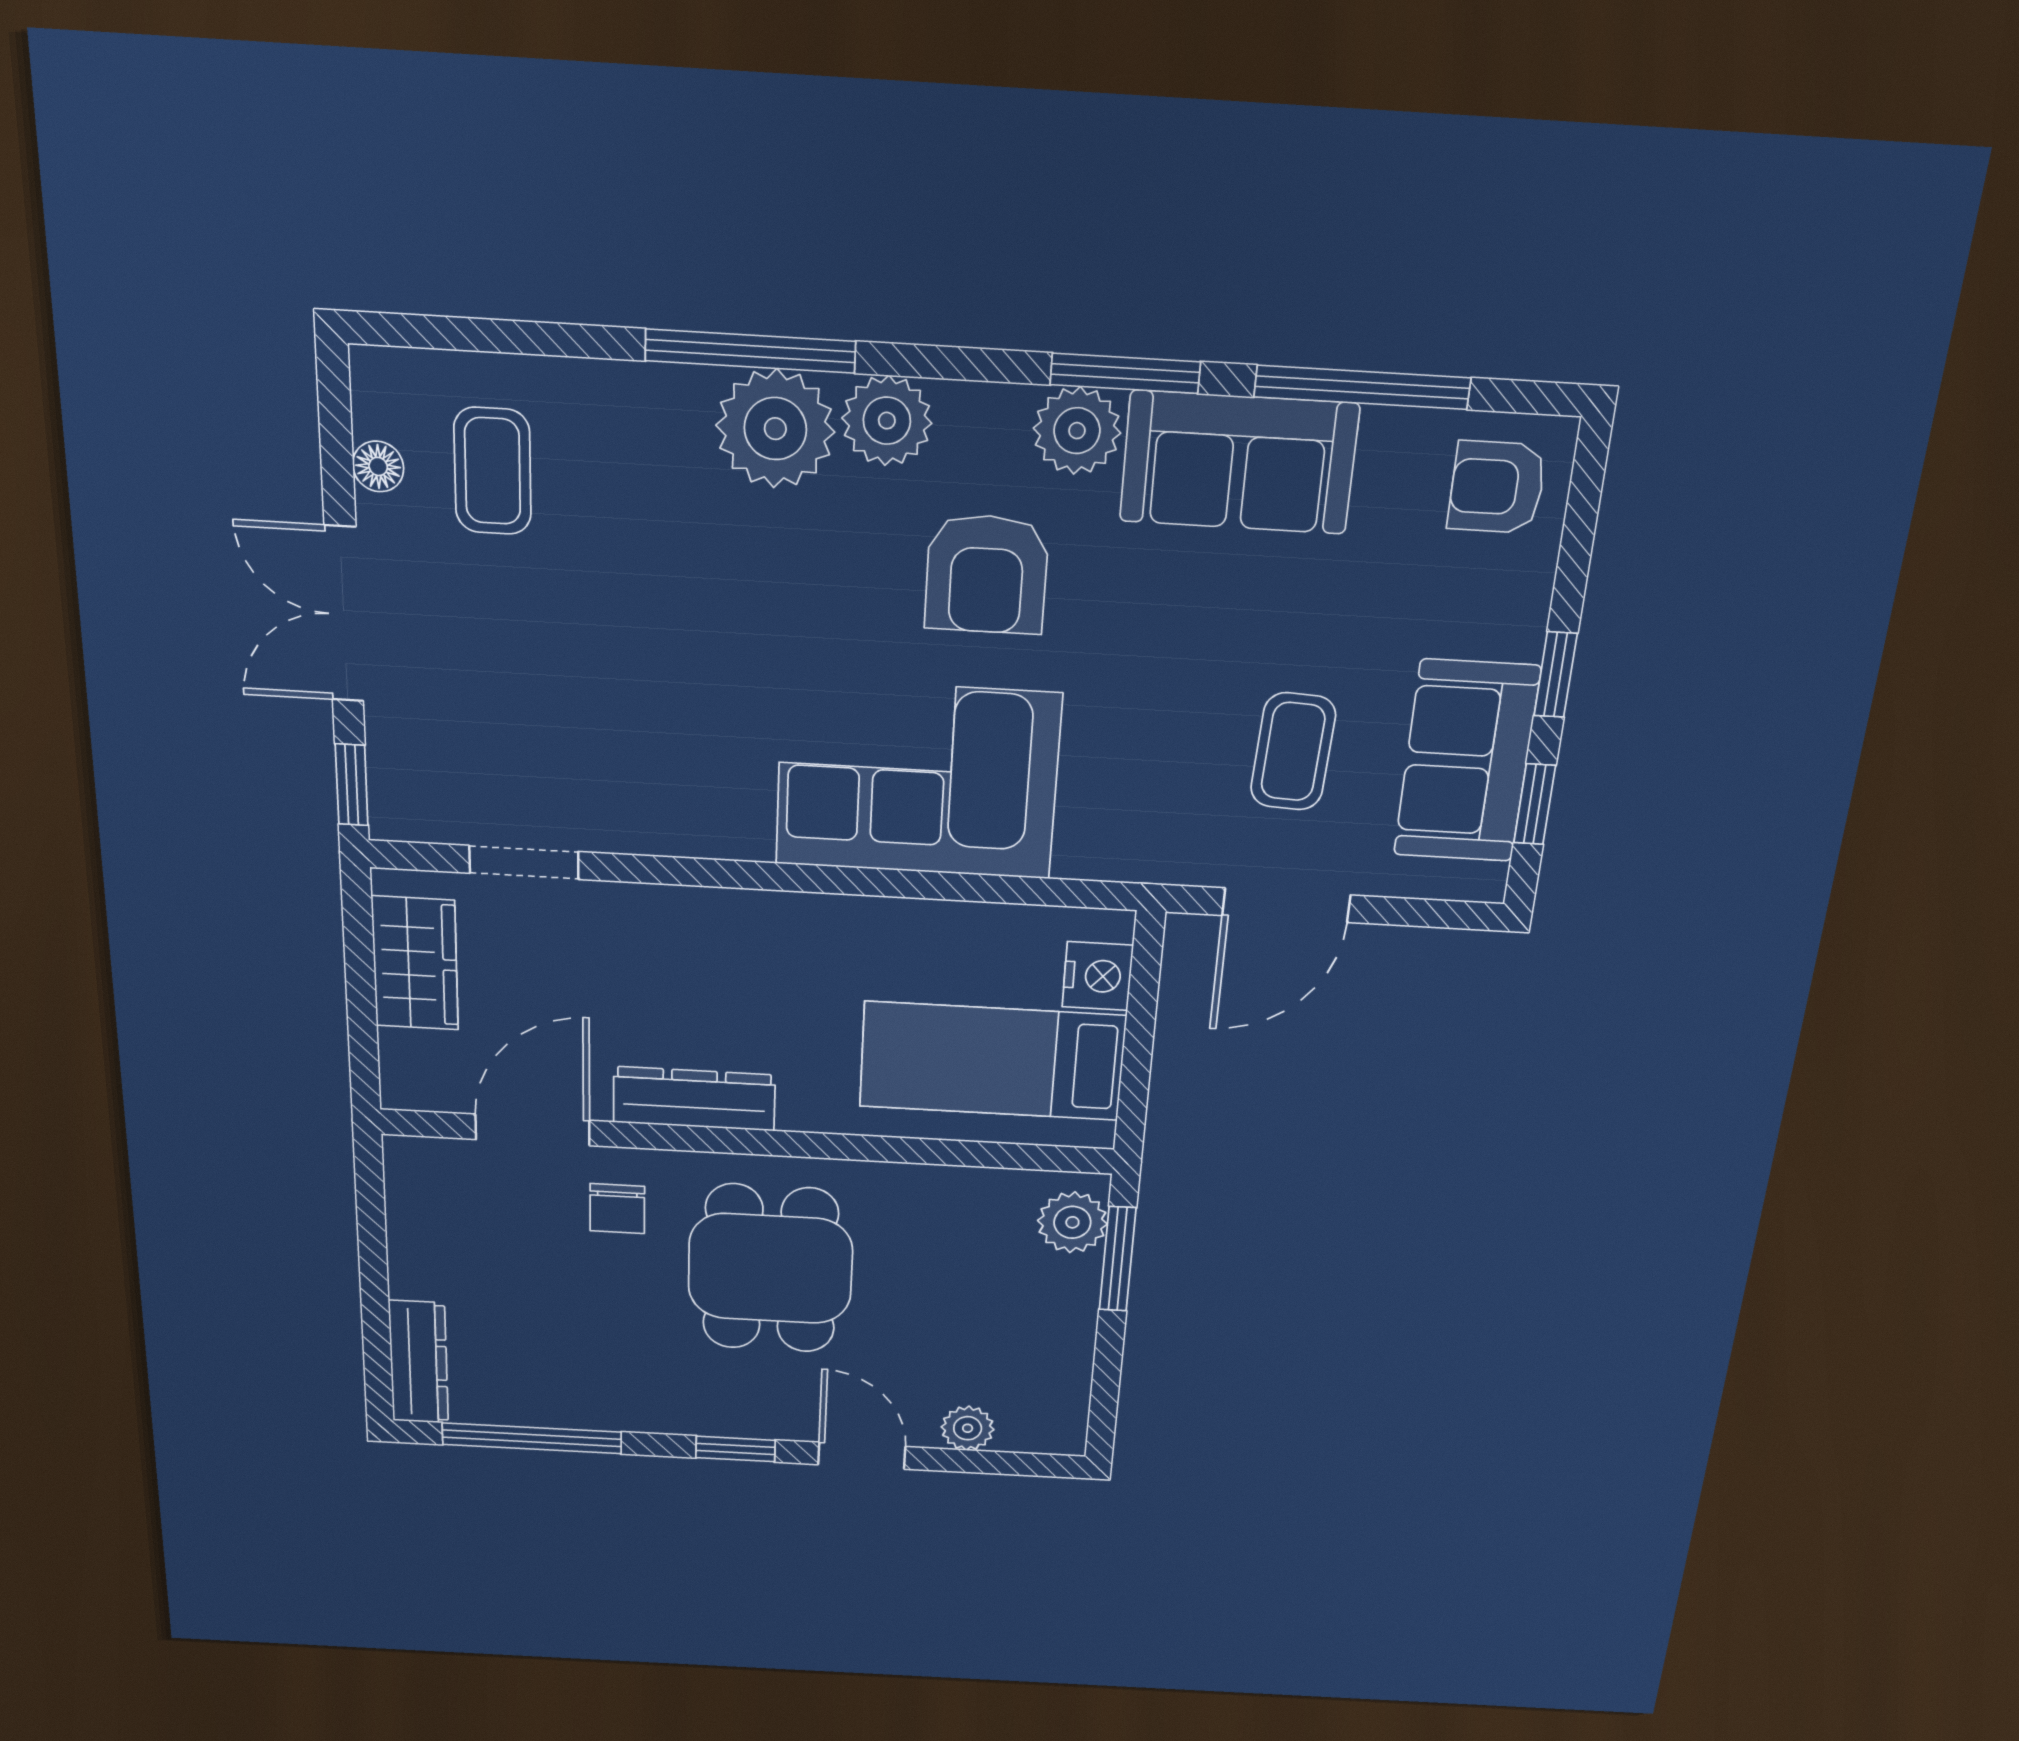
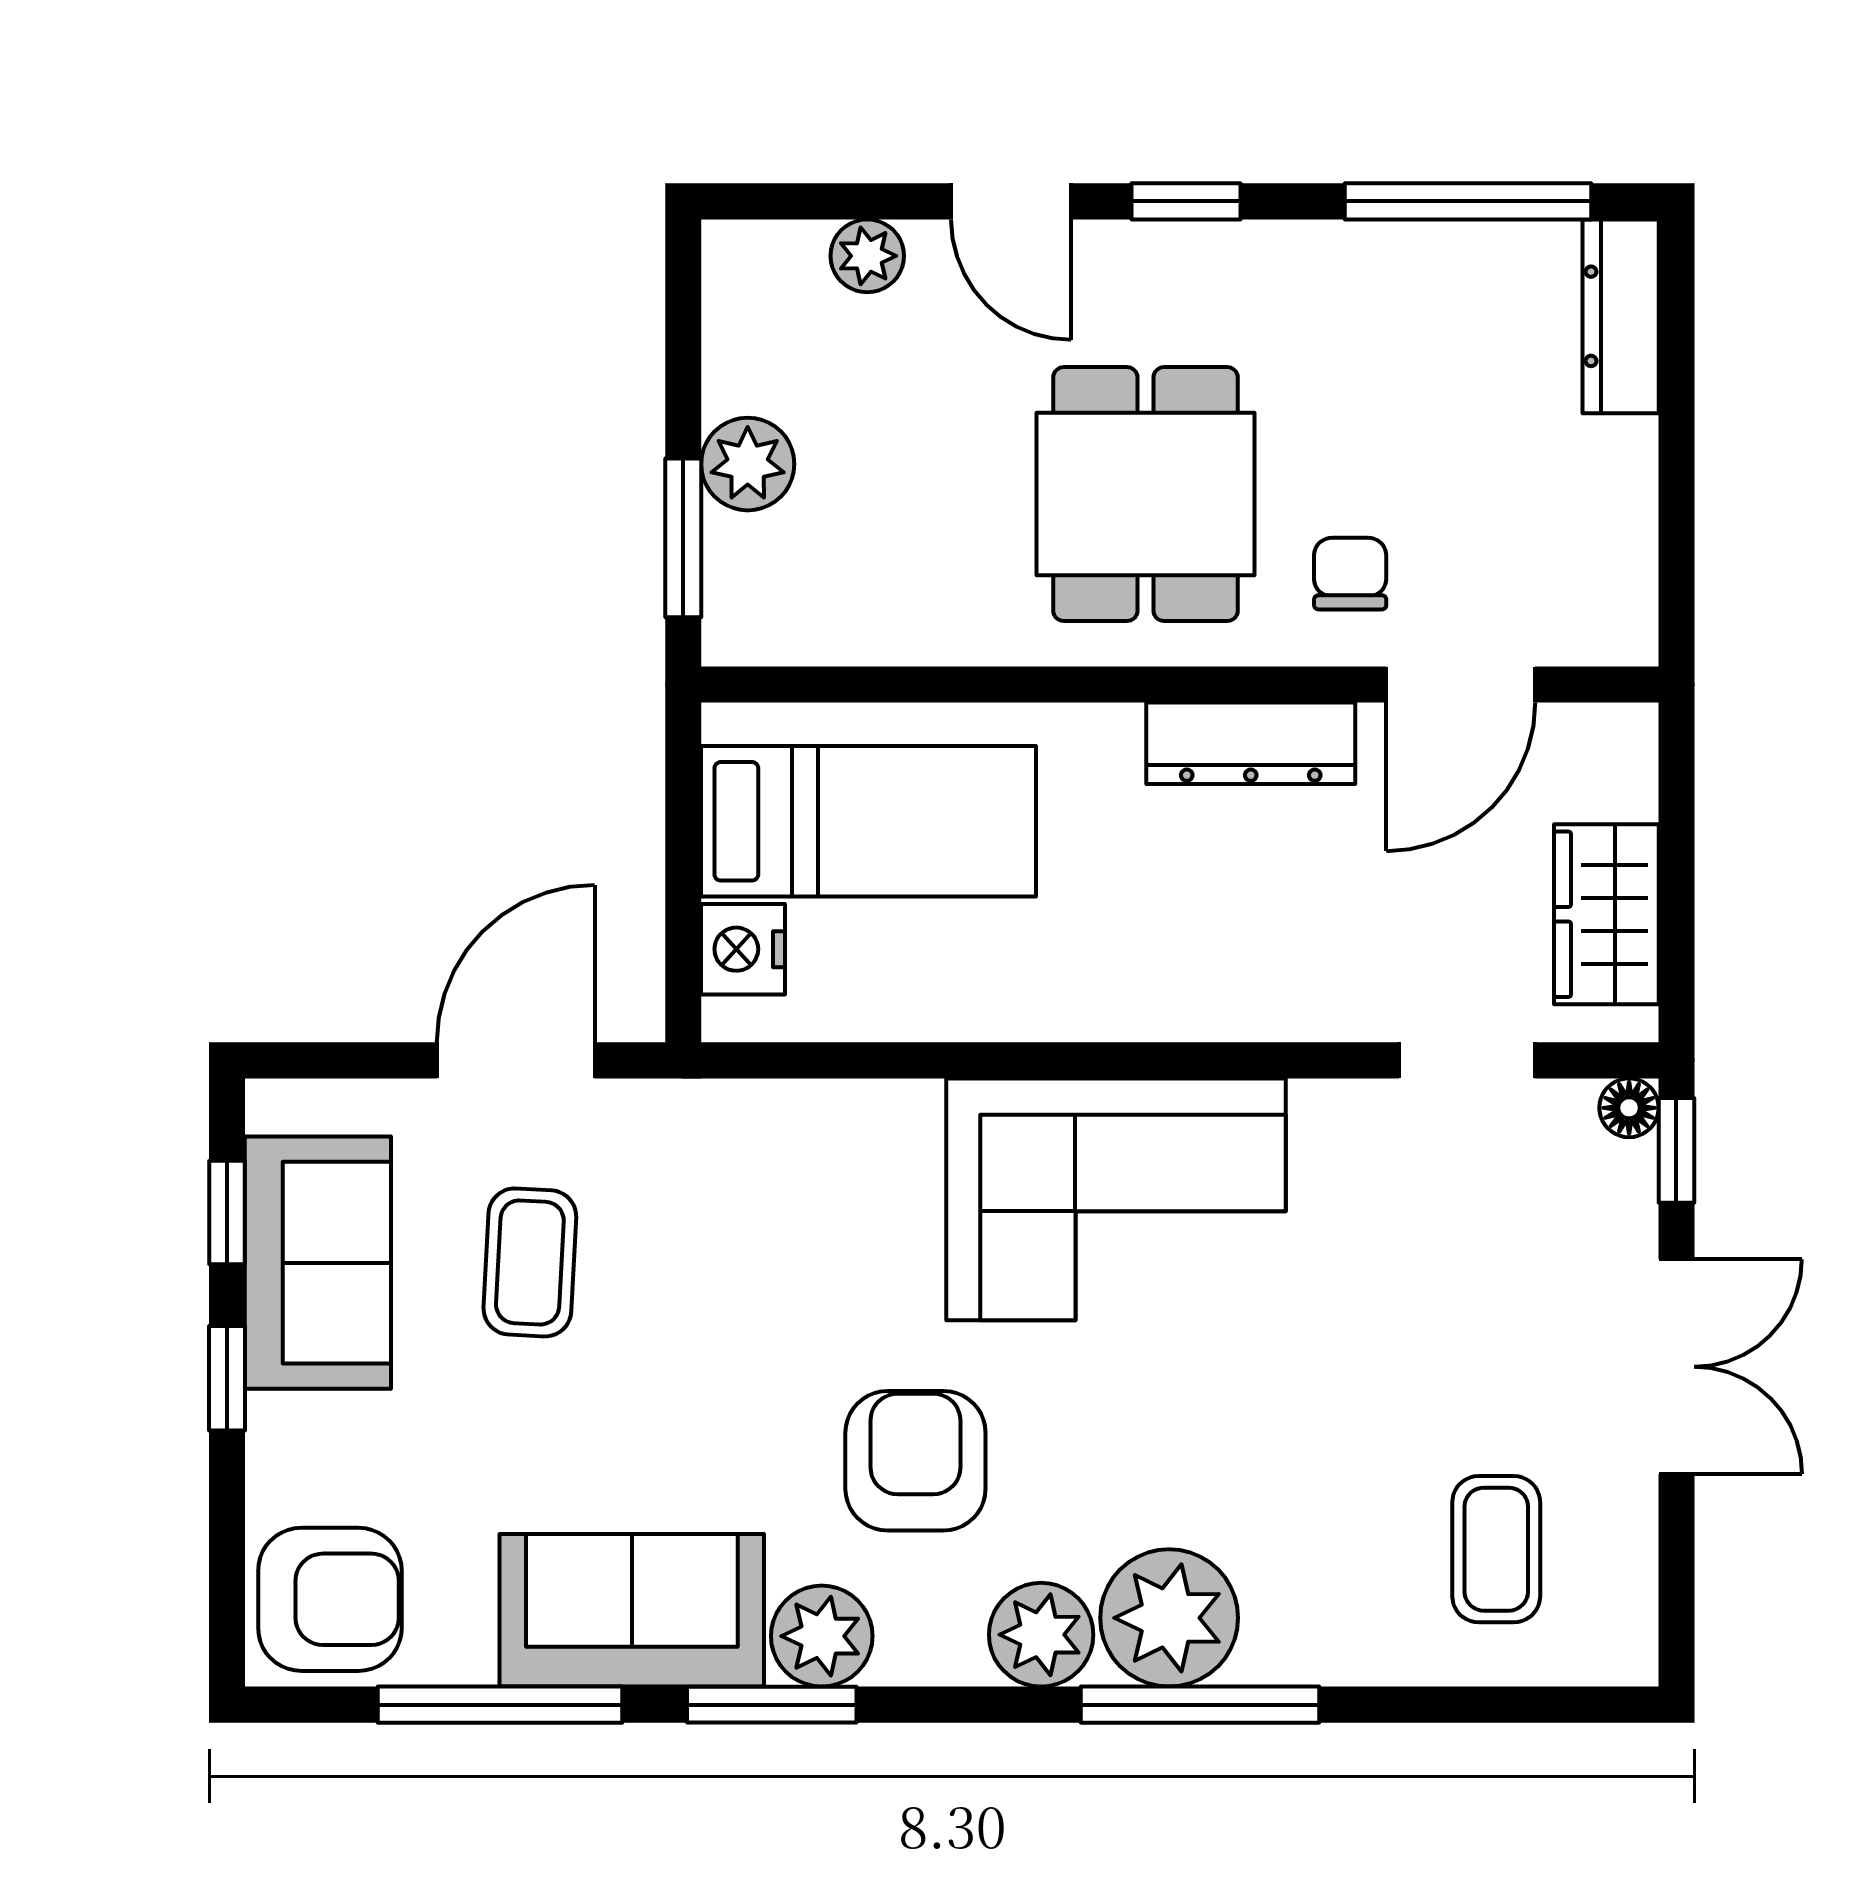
floor lamp: (378, 466) -> (1629, 1108), moved
armchair: (1497, 487) -> (330, 1599), width x1.38, depth x1.38
corner sofa: (917, 779) -> (1116, 1199), moved
plant: (1072, 1222) -> (748, 464), moved

